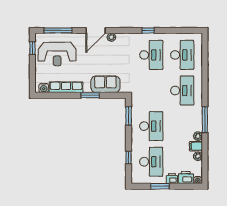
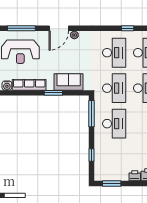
window: (148, 30) -> (128, 28), moved
window: (129, 116) -> (92, 114), width x1.44
desk: (151, 162) -> (114, 88), moved
window: (160, 186) -> (112, 184), moved

